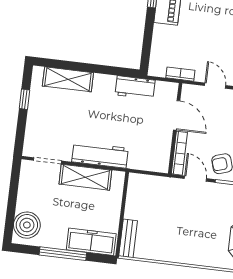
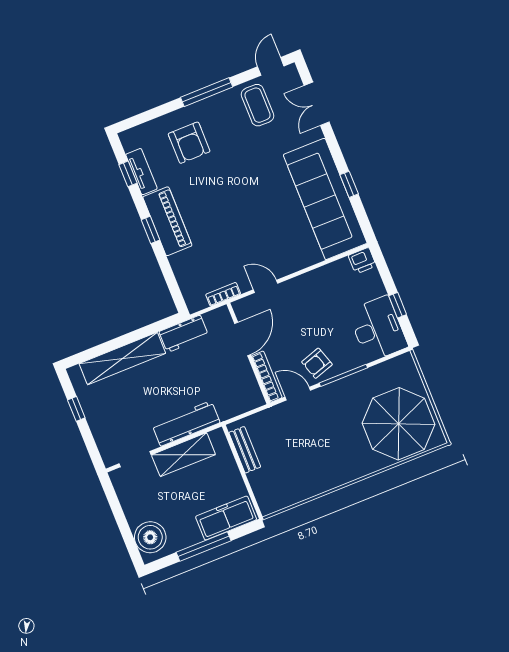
shelving: (68, 79) -> (122, 359), width x1.47
door: (177, 115) -> (243, 339), hinge flipped
bench: (128, 238) -> (245, 450), moved

